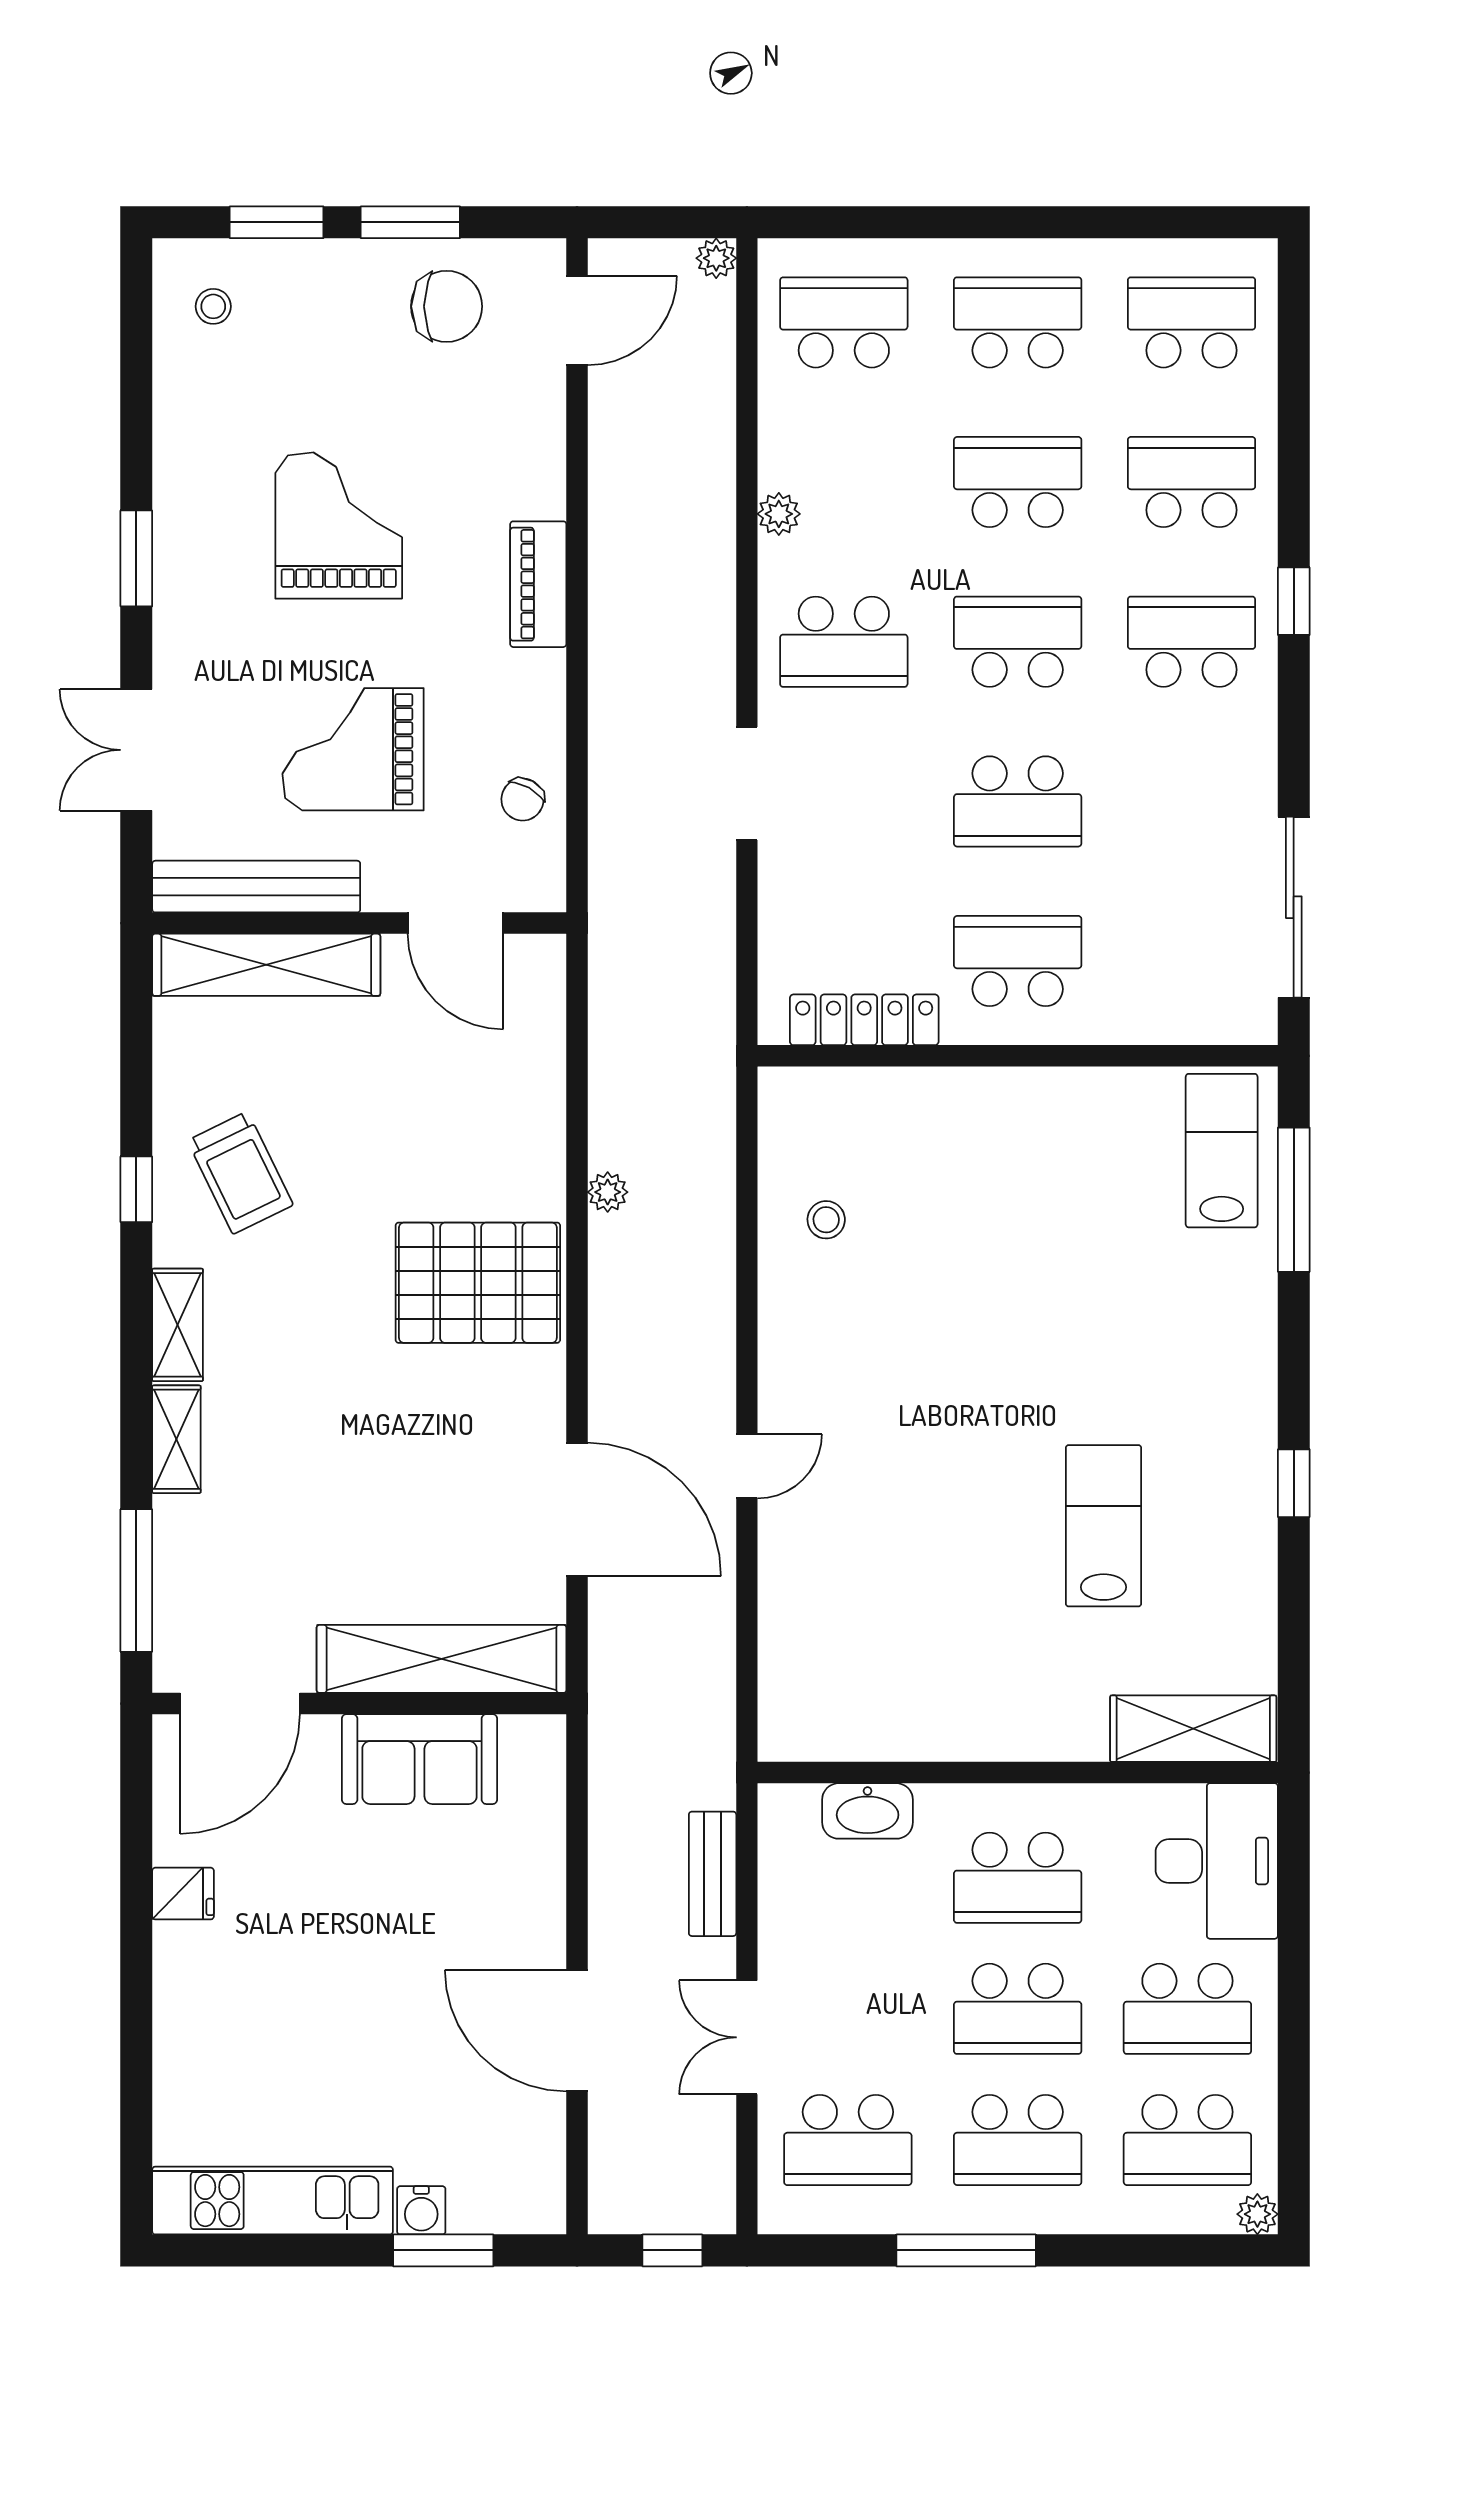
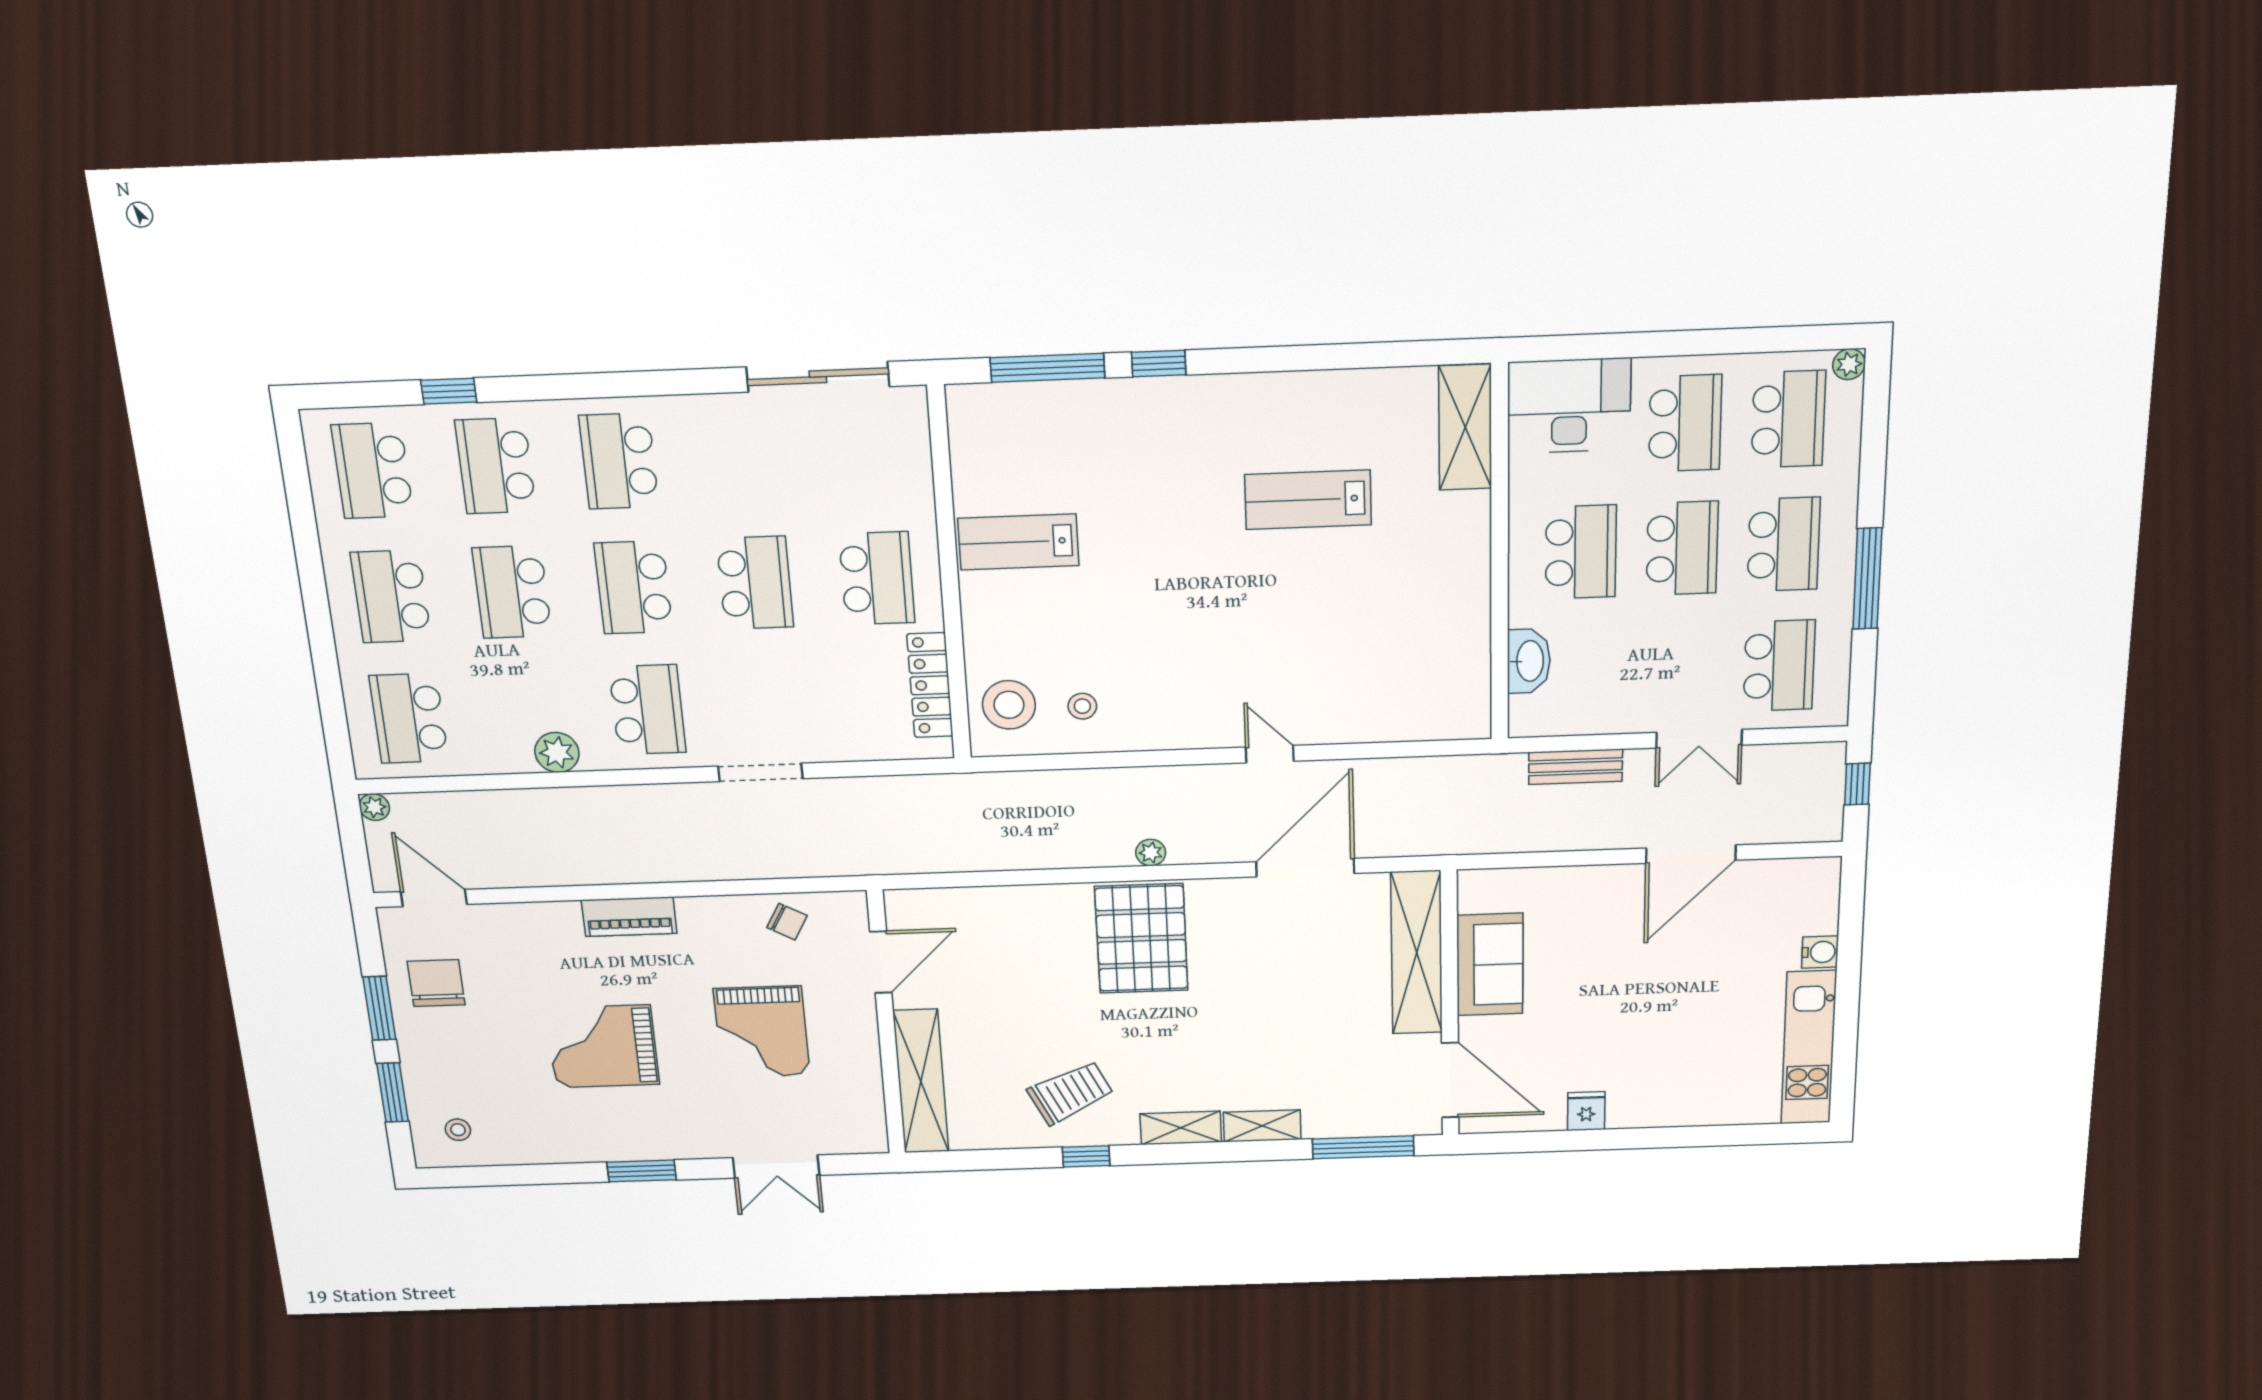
plant: (779, 514) -> (557, 752), width x1.38, depth x1.38
window: (1294, 601) -> (449, 391), moved
bench: (256, 887) -> (866, 1089), removed
school desk: (1018, 961) -> (877, 578), turned 180
stool: (832, 1123) -> (1009, 705), added
lab bench: (1222, 1151) -> (1018, 542), moved
plant: (608, 1192) -> (1151, 853), moved
window: (1294, 1483) -> (1159, 363), moved
window: (443, 2250) -> (1850, 937), removed

